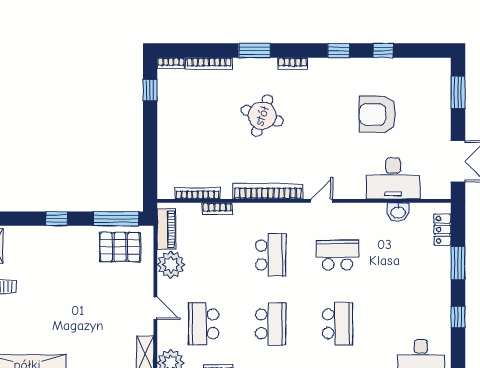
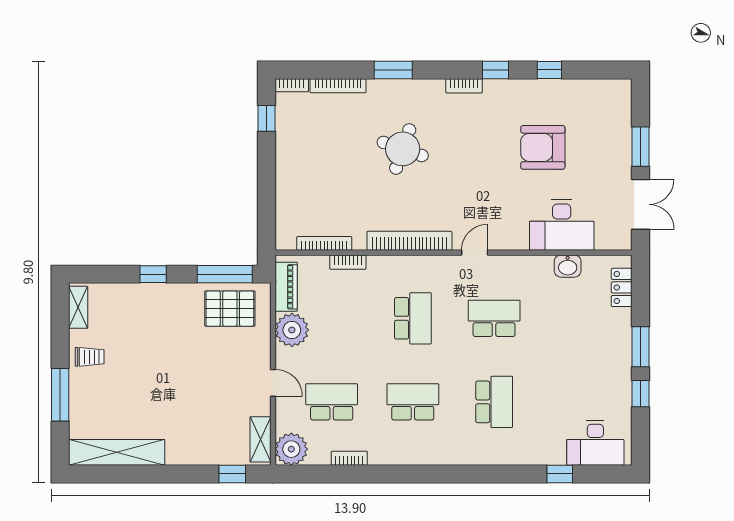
bookcase: (292, 64) -> (464, 86), moved
window: (458, 92) -> (640, 147), moved
window: (458, 263) -> (640, 347), moved
school desk: (204, 324) -> (332, 402), turned 90
school desk: (271, 324) -> (413, 402), turned -90

